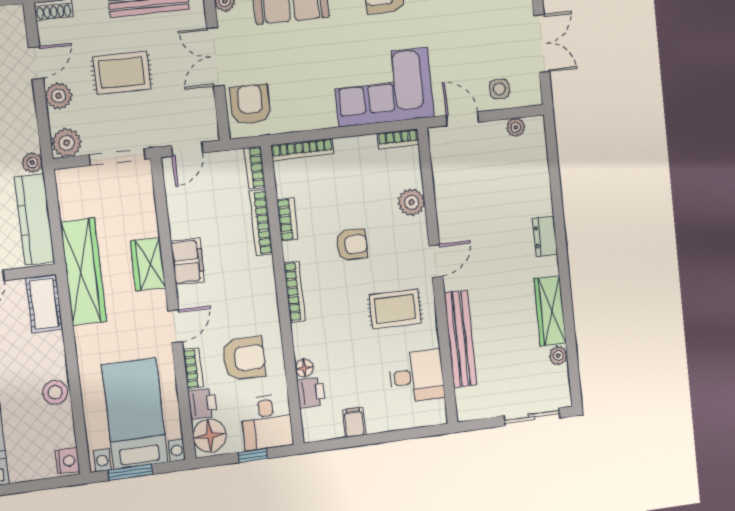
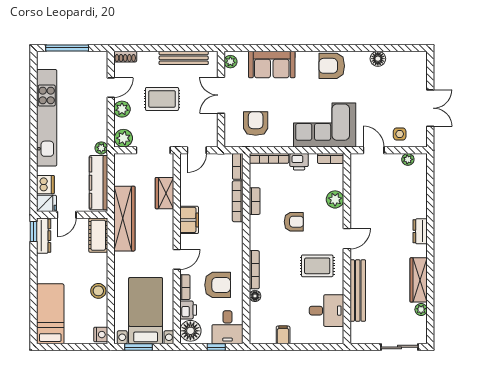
armchair: (250, 104) -> (256, 124), moved
wardrobe: (148, 264) -> (165, 193), moved
bookcase: (295, 292) -> (254, 270), moved
printer: (311, 392) -> (299, 162), moved, turned 90

